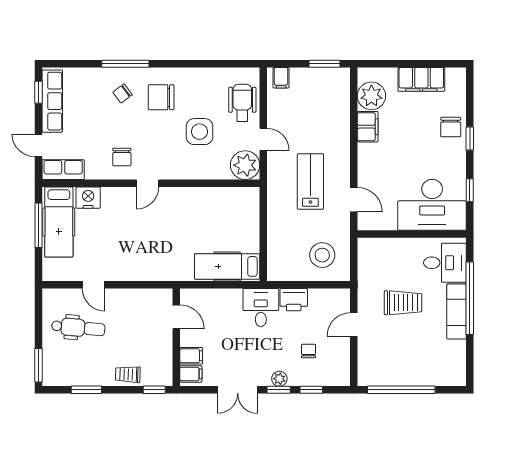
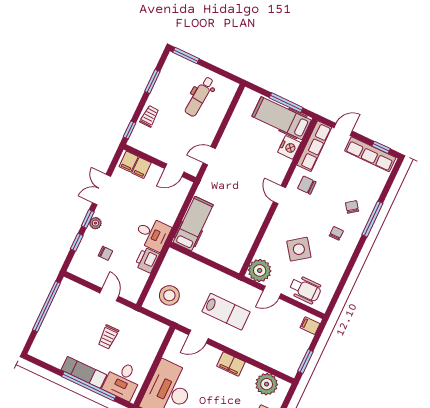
chair: (161, 97) -> (336, 233), width x0.54, depth x0.54
filing cabinet: (368, 127) -> (231, 364), moved
side table: (200, 132) -> (299, 249), turned -36
row of seats: (63, 170) -> (314, 146), width x1.48
door: (93, 285) -> (209, 156), moved
trolley: (403, 303) -> (108, 337), width x0.73, depth x0.72

